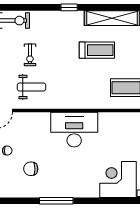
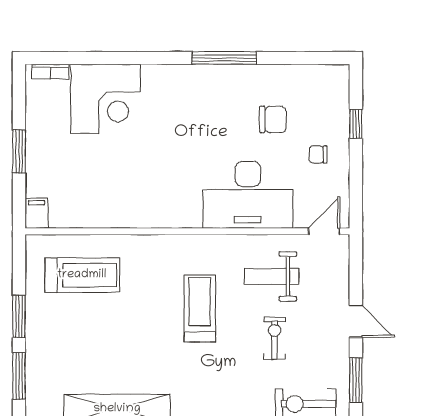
treadmill: (97, 50) -> (200, 308), moved, turned 90
desk: (74, 130) -> (248, 195), moved

